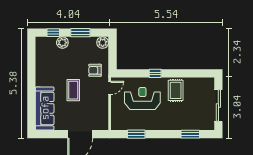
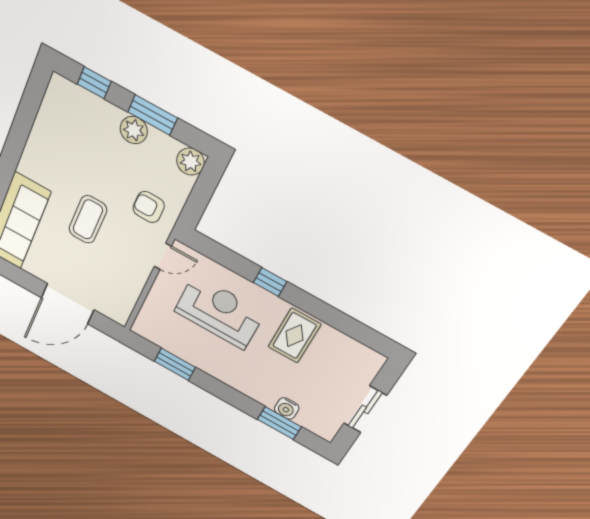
plant: (62, 43) -> (134, 130), moved
sliding door: (218, 105) -> (365, 409), width x0.73
water cooler: (190, 125) -> (287, 408), added

